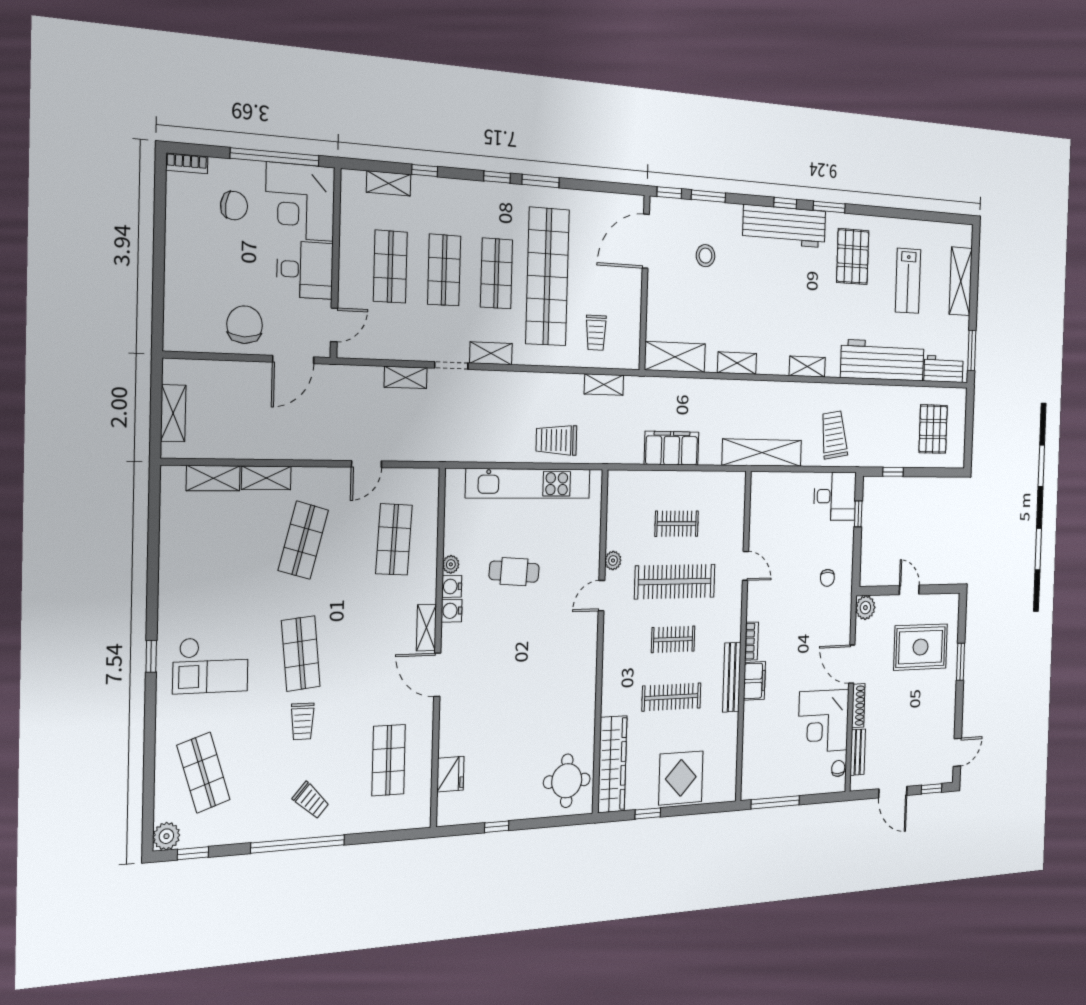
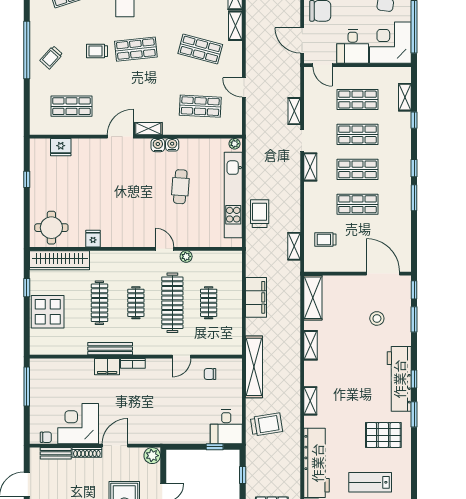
shop shelf: (547, 277) -> (357, 204), width x0.50, depth x0.74
plant: (451, 564) -> (234, 144), moved
chair: (827, 578) -> (210, 374), moved
fridge: (584, 712) -> (93, 239), added

